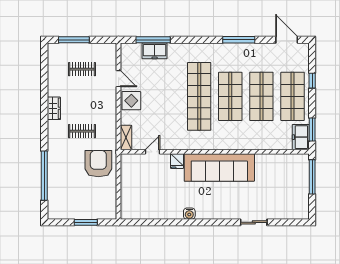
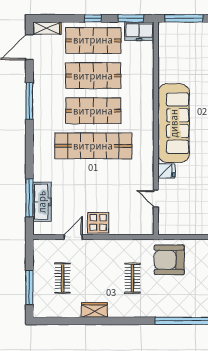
freezer: (155, 51) -> (42, 202), width x1.40
window: (312, 81) -> (93, 18), moved
wardrobe: (54, 108) -> (94, 310), moved
shelving: (126, 138) -> (47, 28), moved

